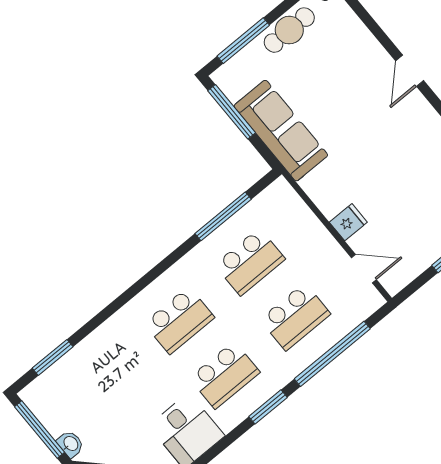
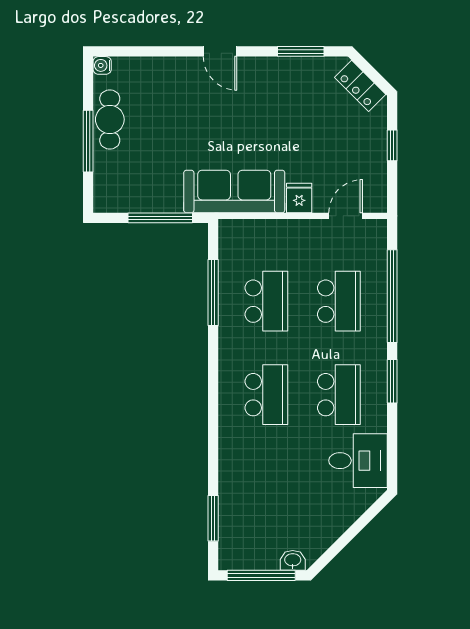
window: (243, 41) -> (88, 141), moved
window: (232, 112) -> (160, 218), moved
sofa: (281, 131) -> (234, 191), moved

